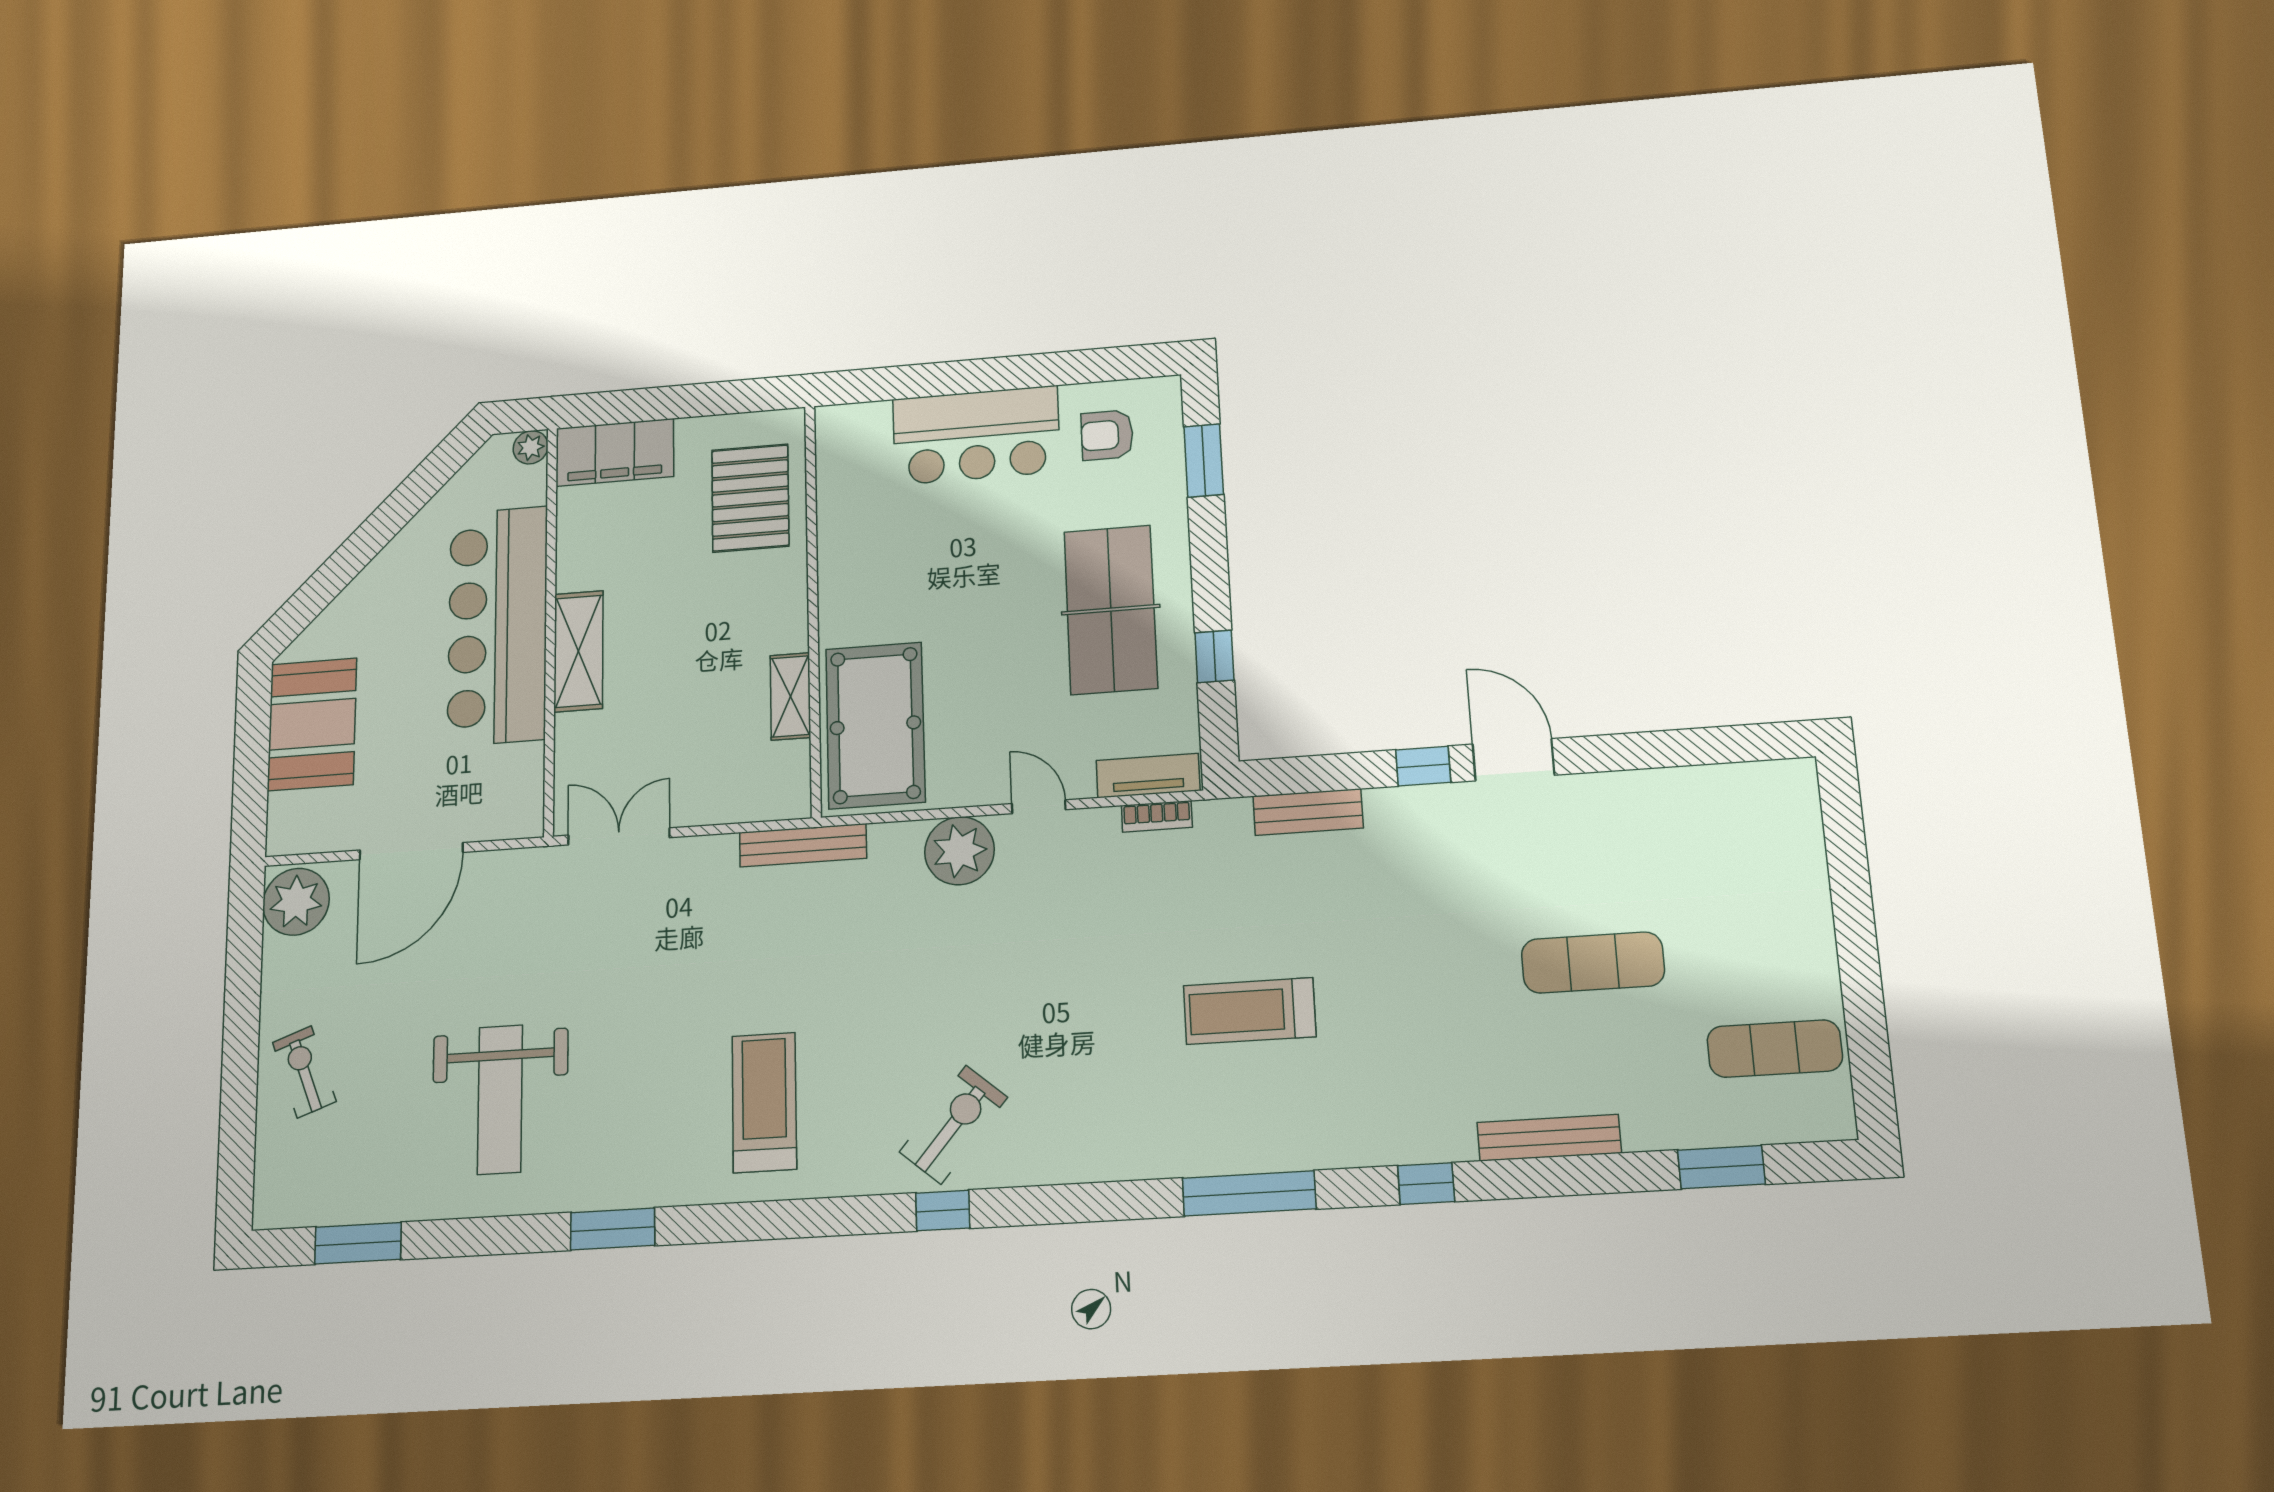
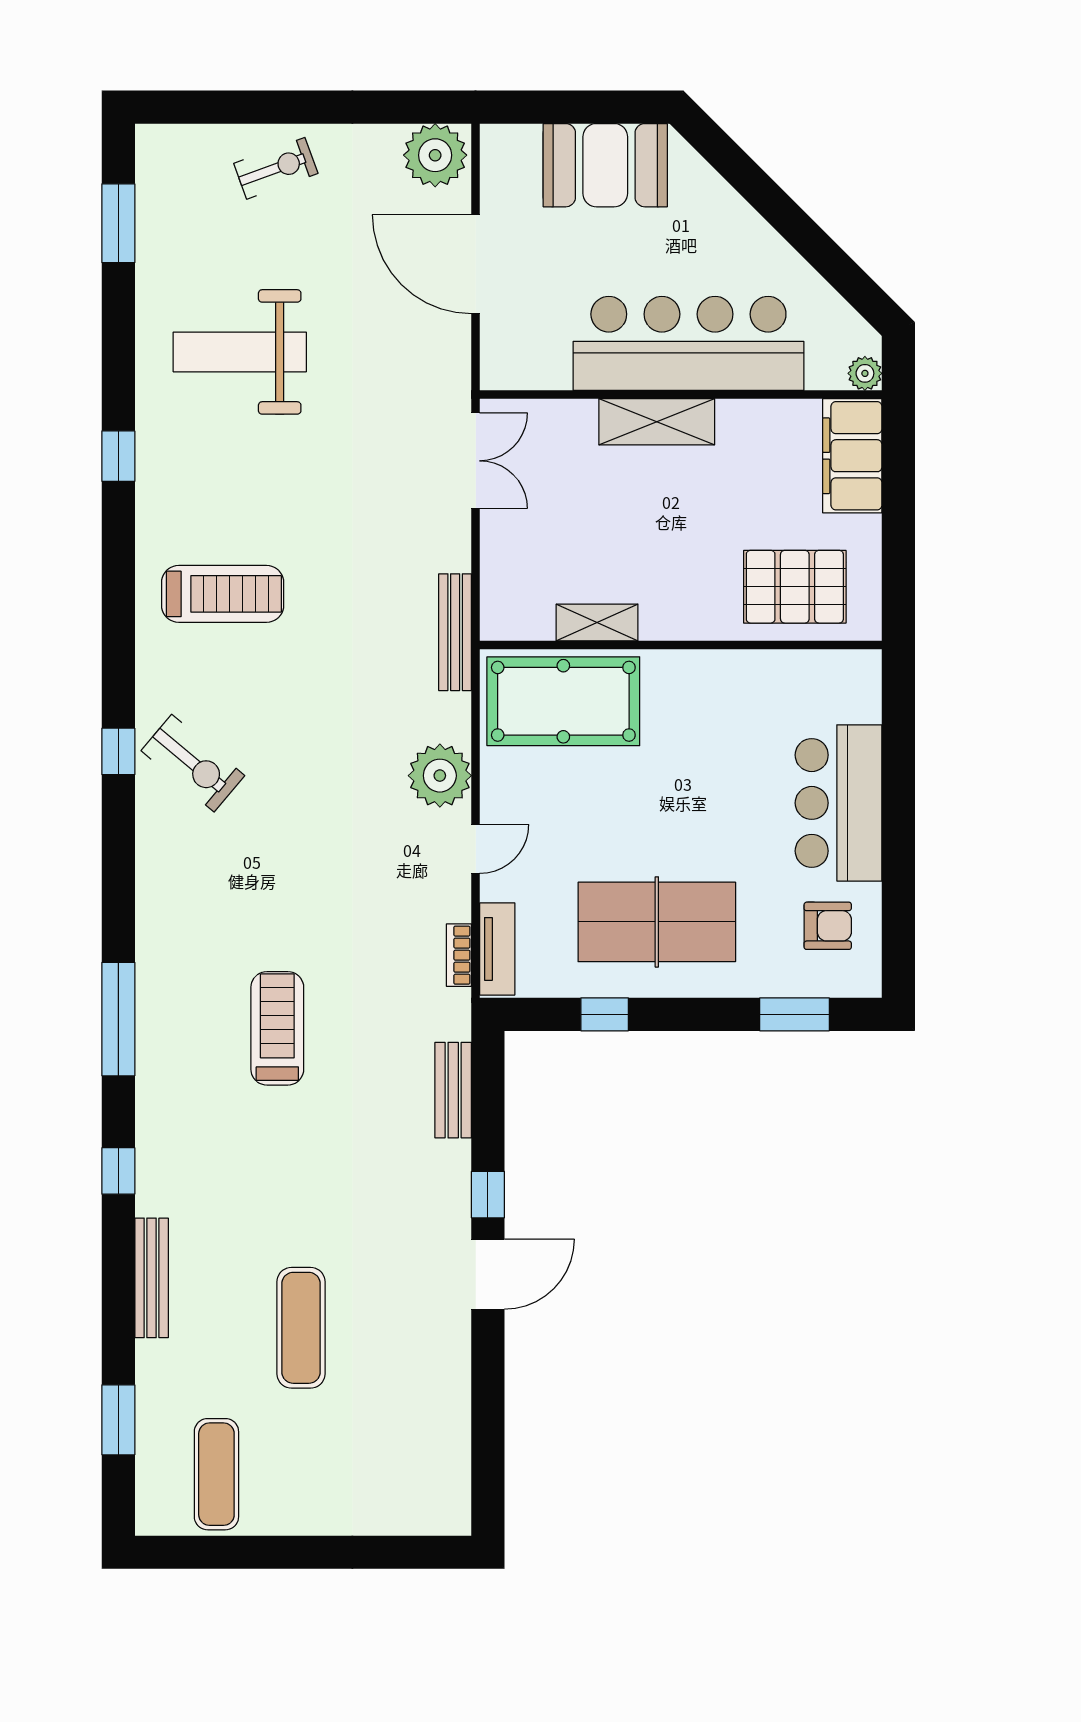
armchair: (1107, 435) -> (828, 926), turned 90
window: (613, 1229) -> (118, 456), width x0.67

